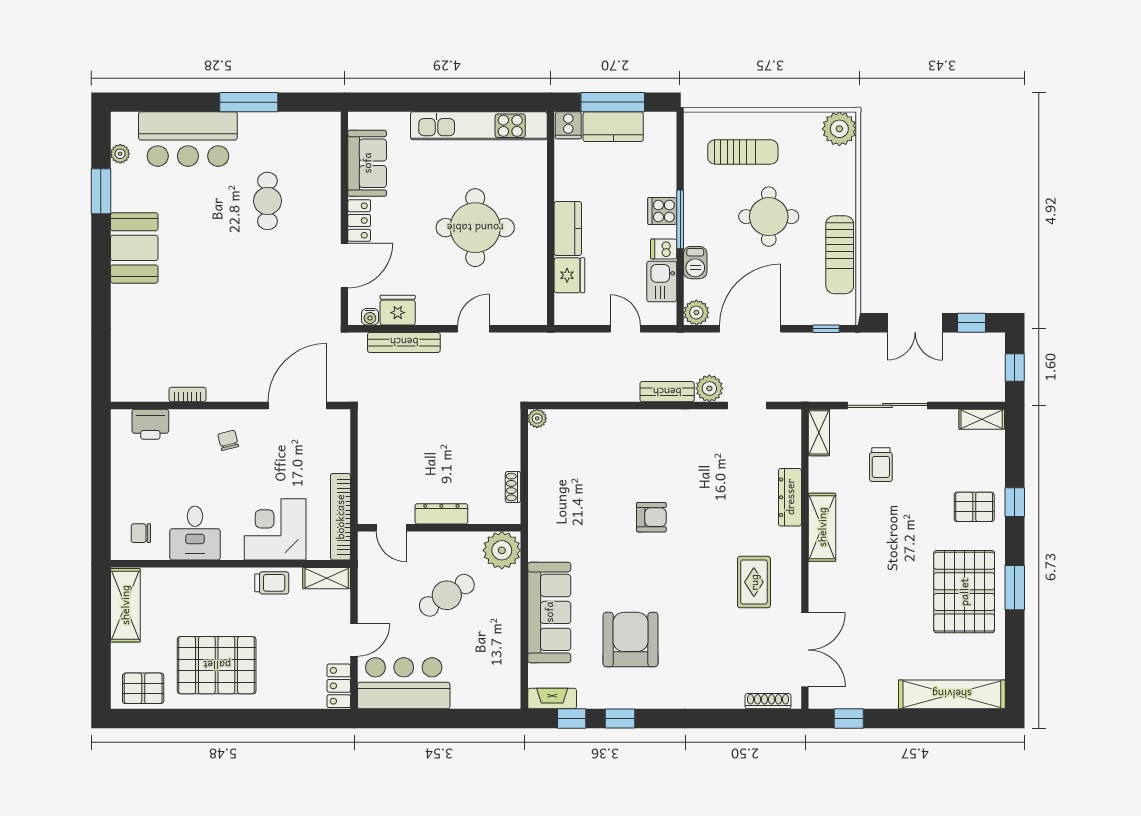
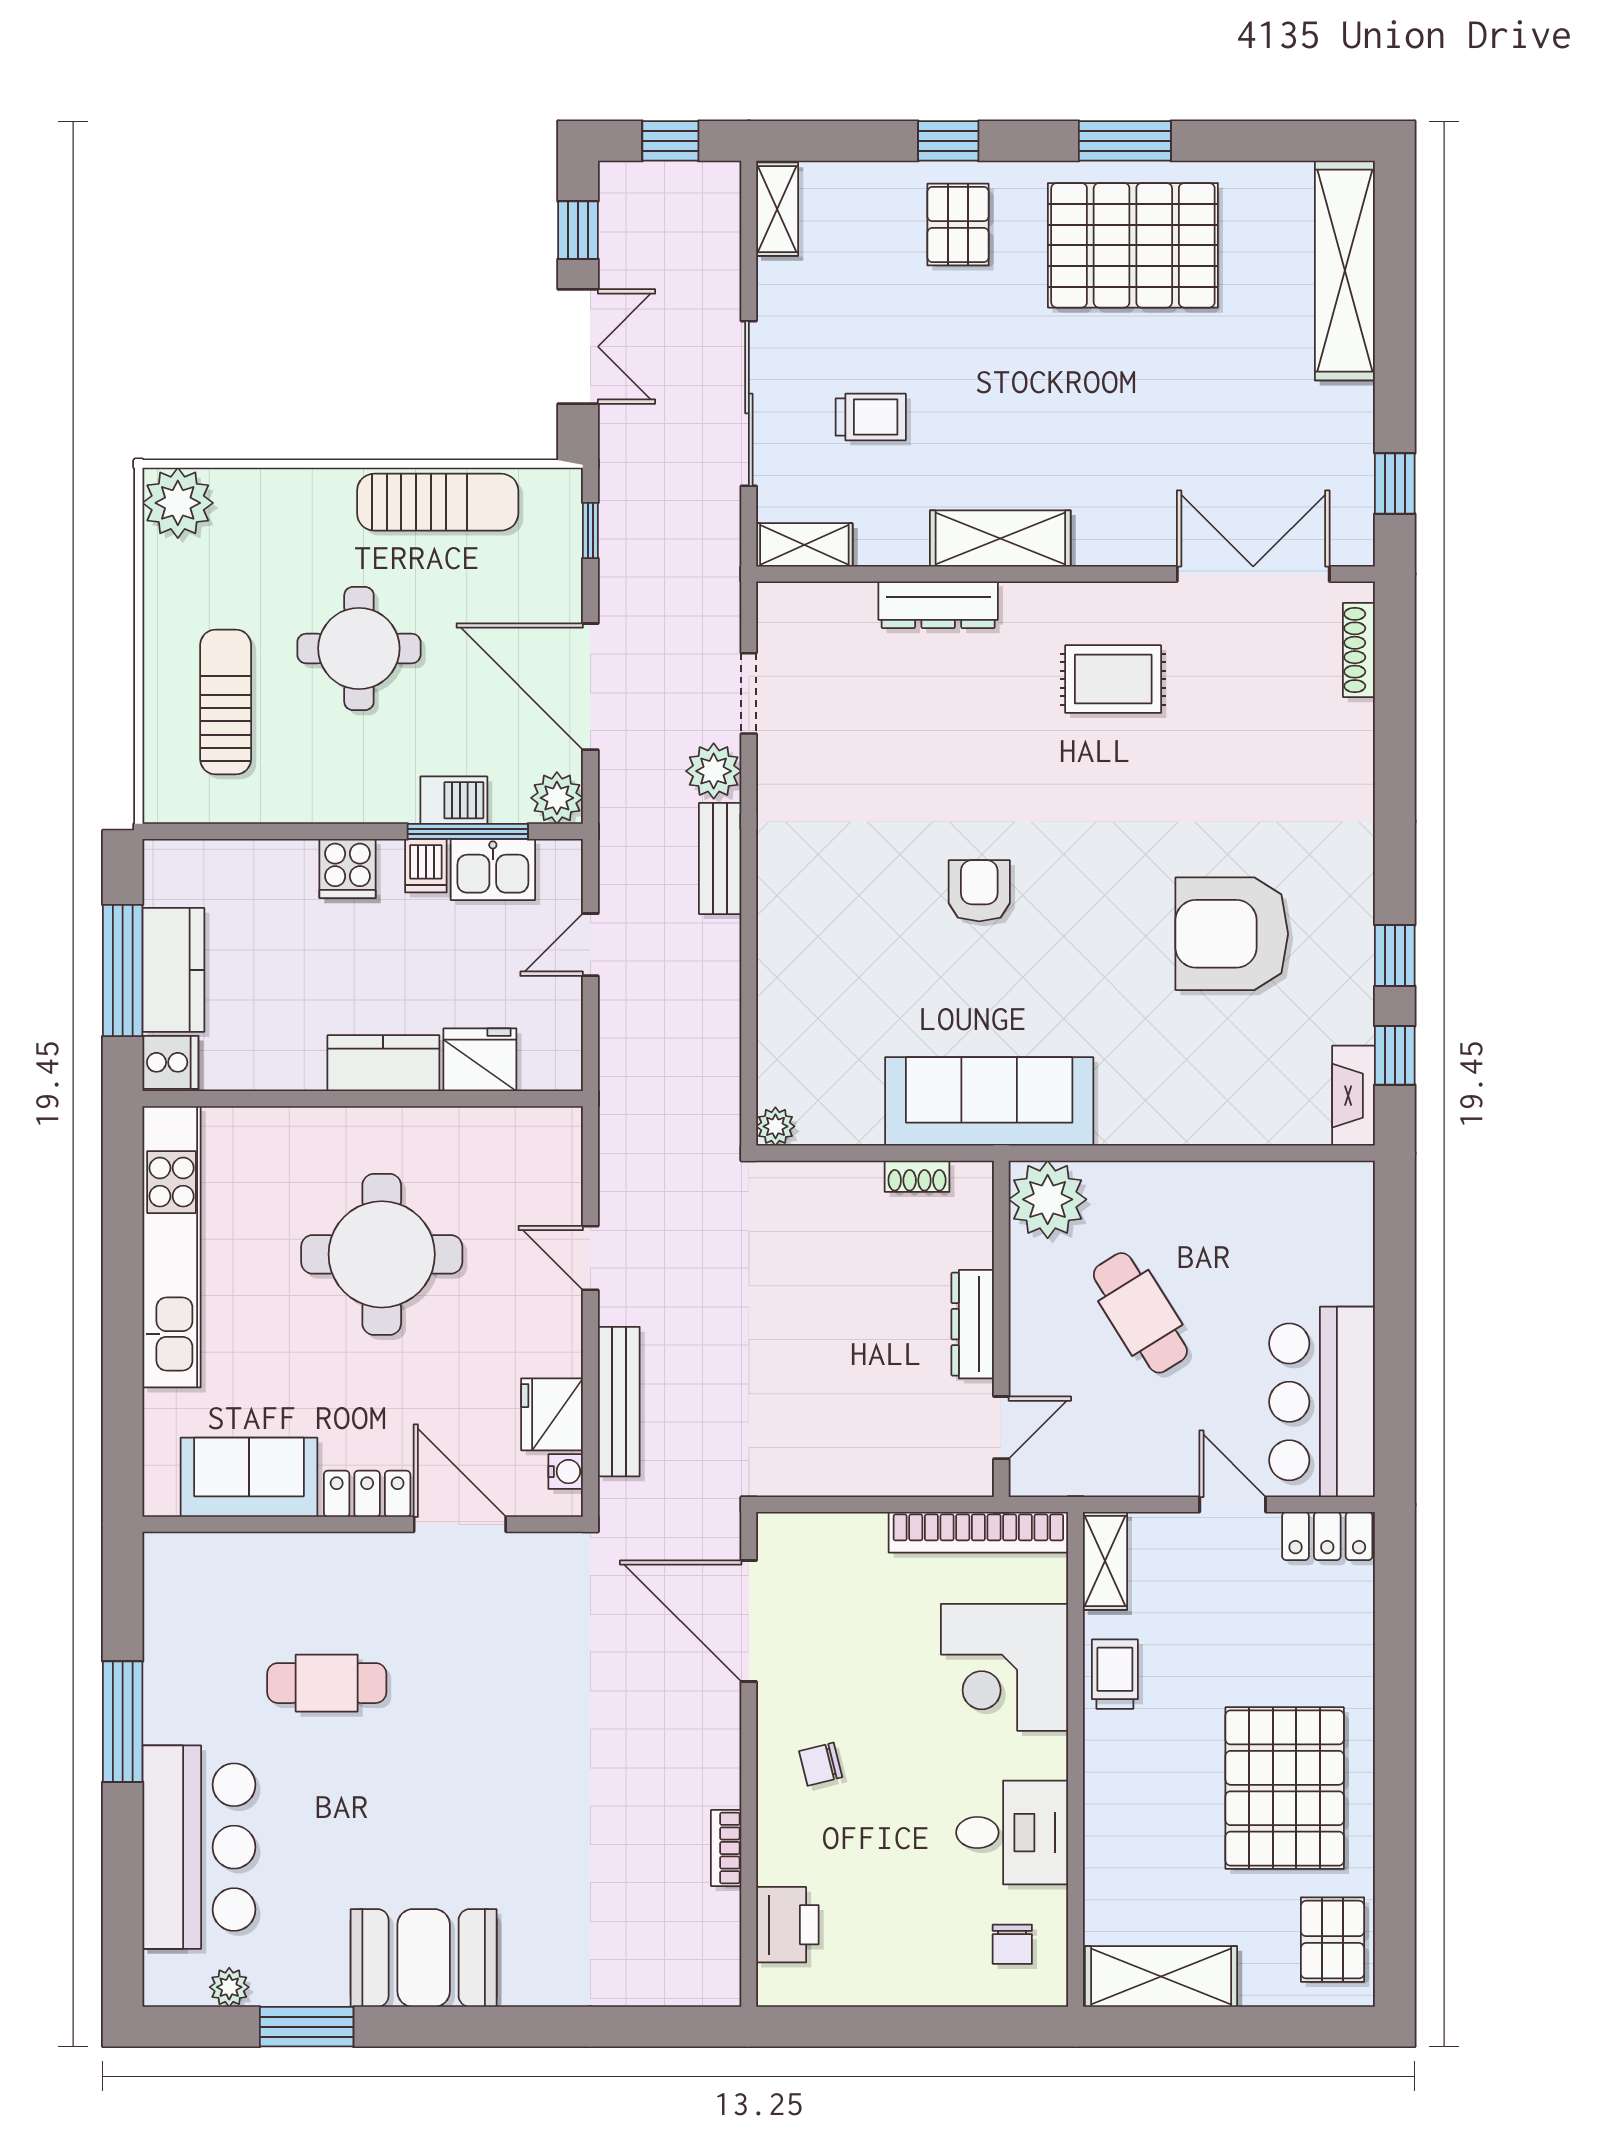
window: (680, 219) -> (468, 831), moved
sofa: (549, 612) -> (989, 1101), moved

